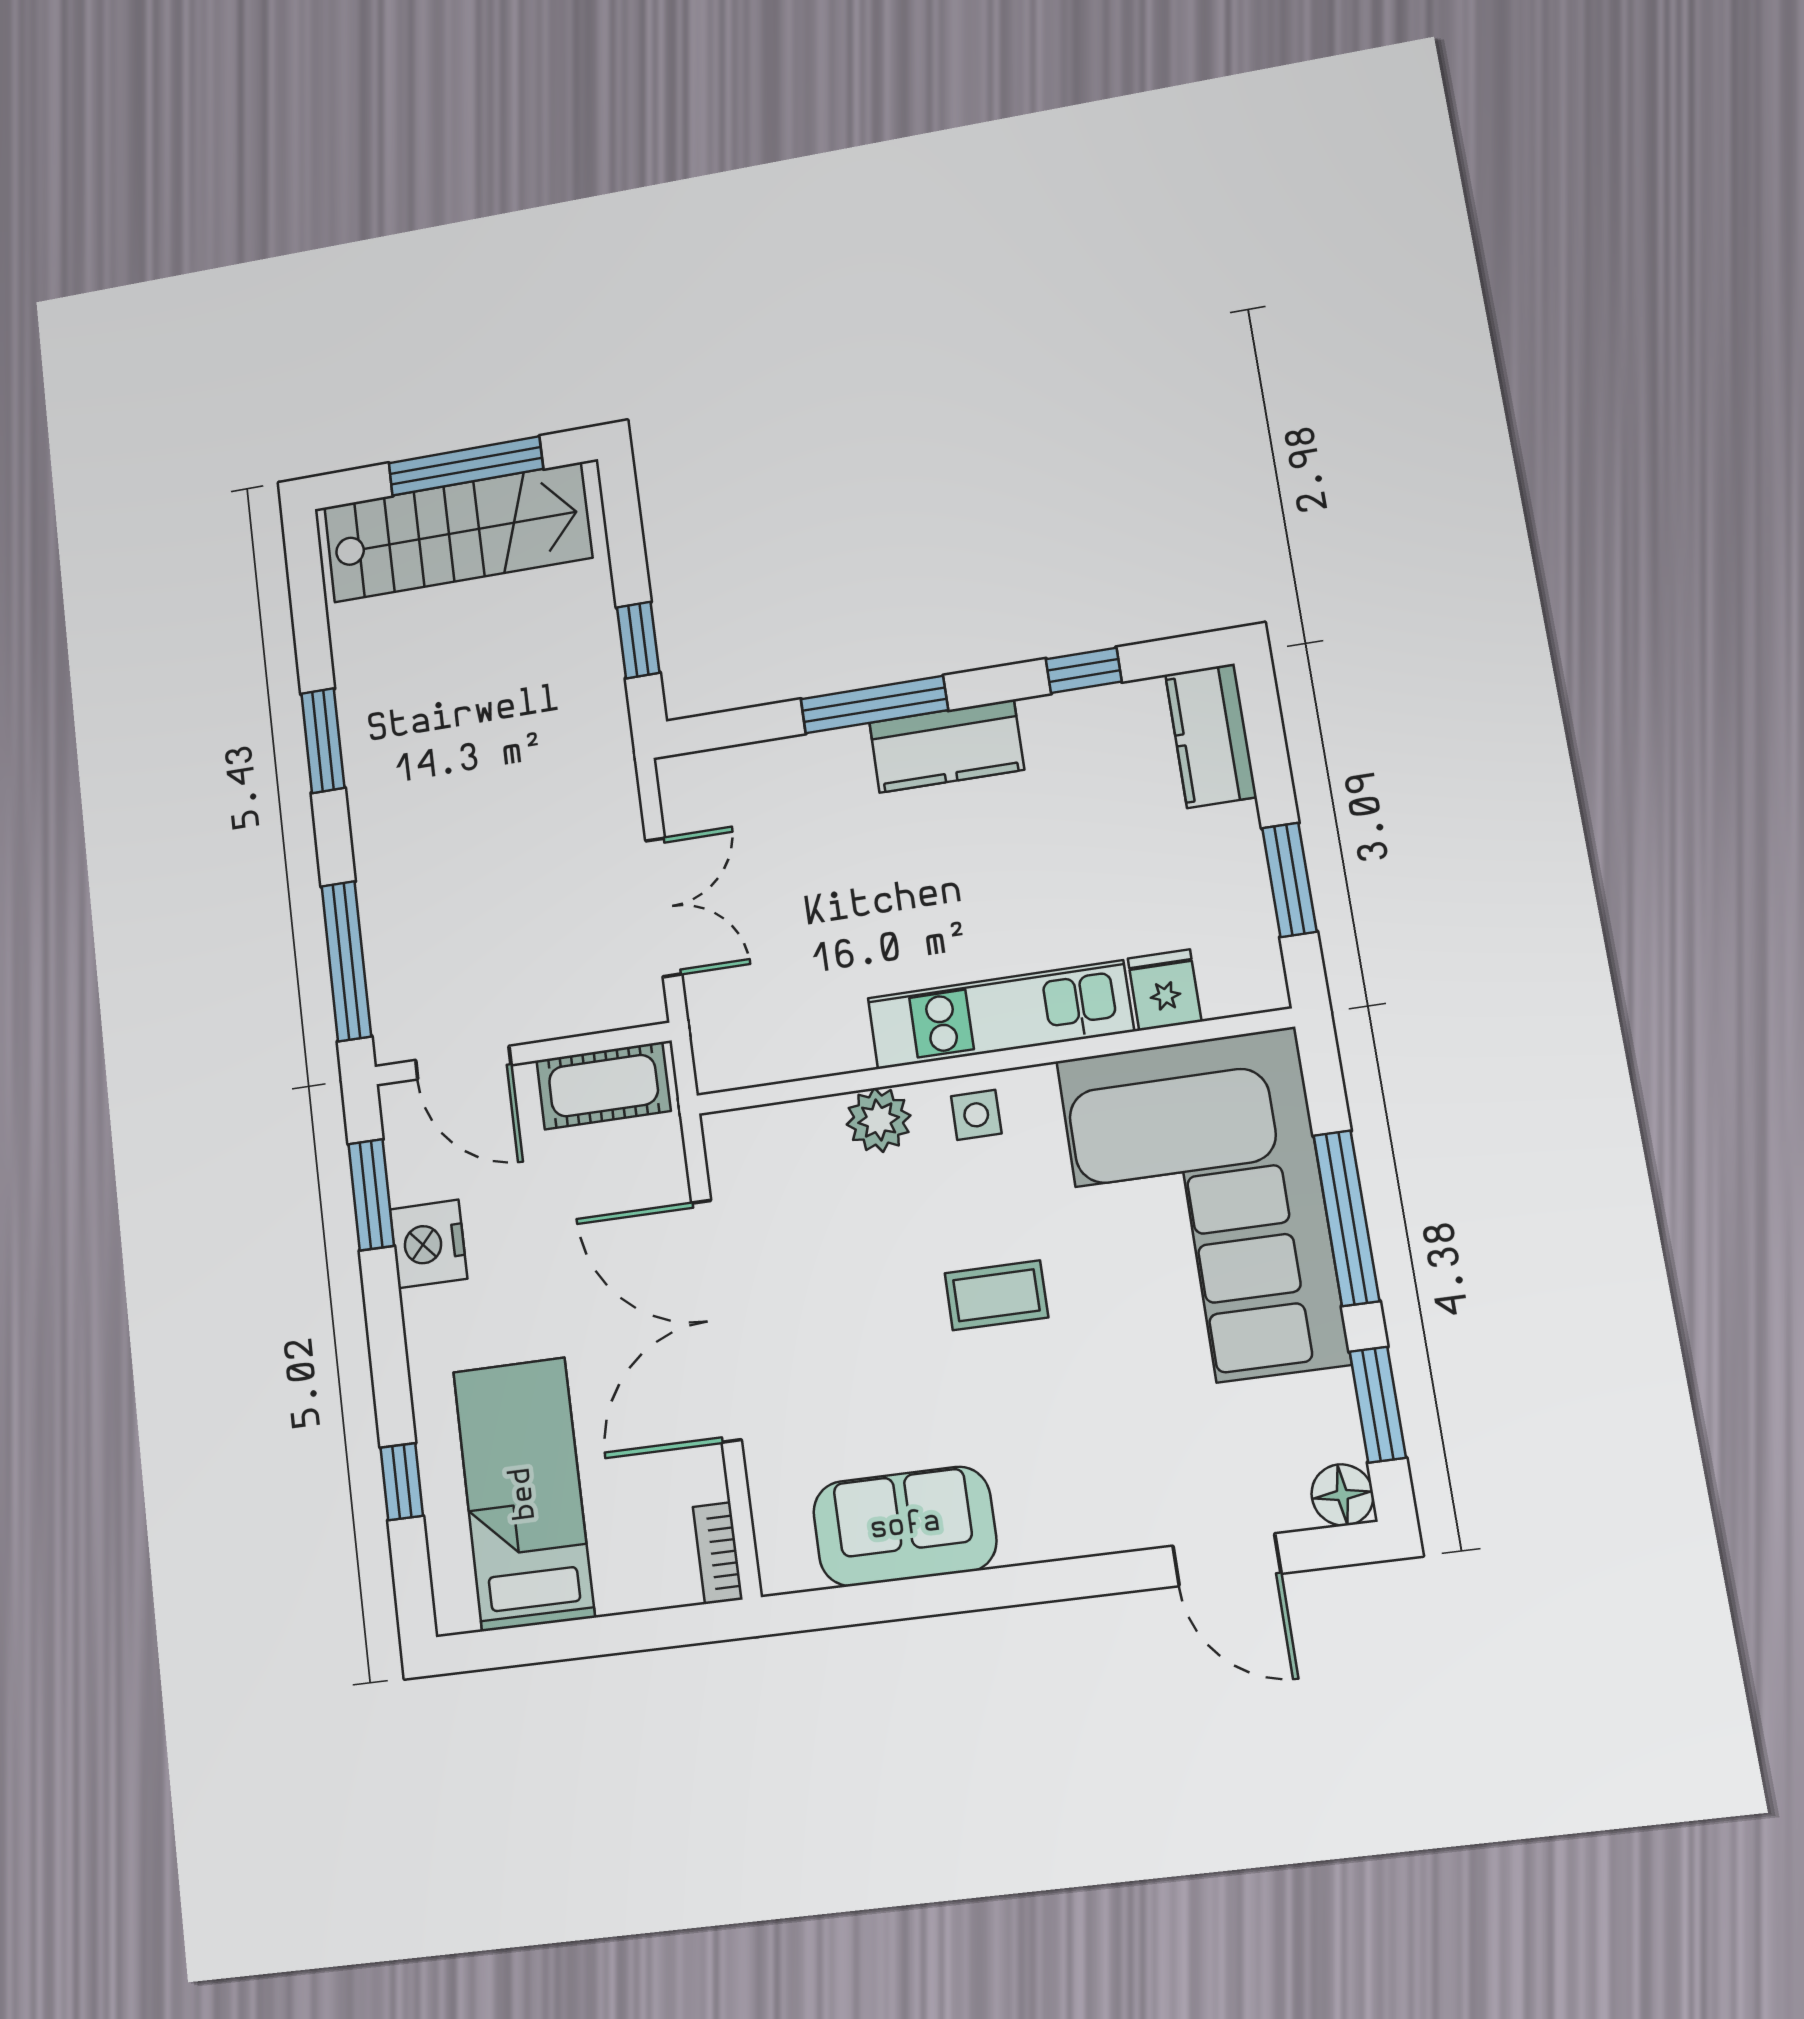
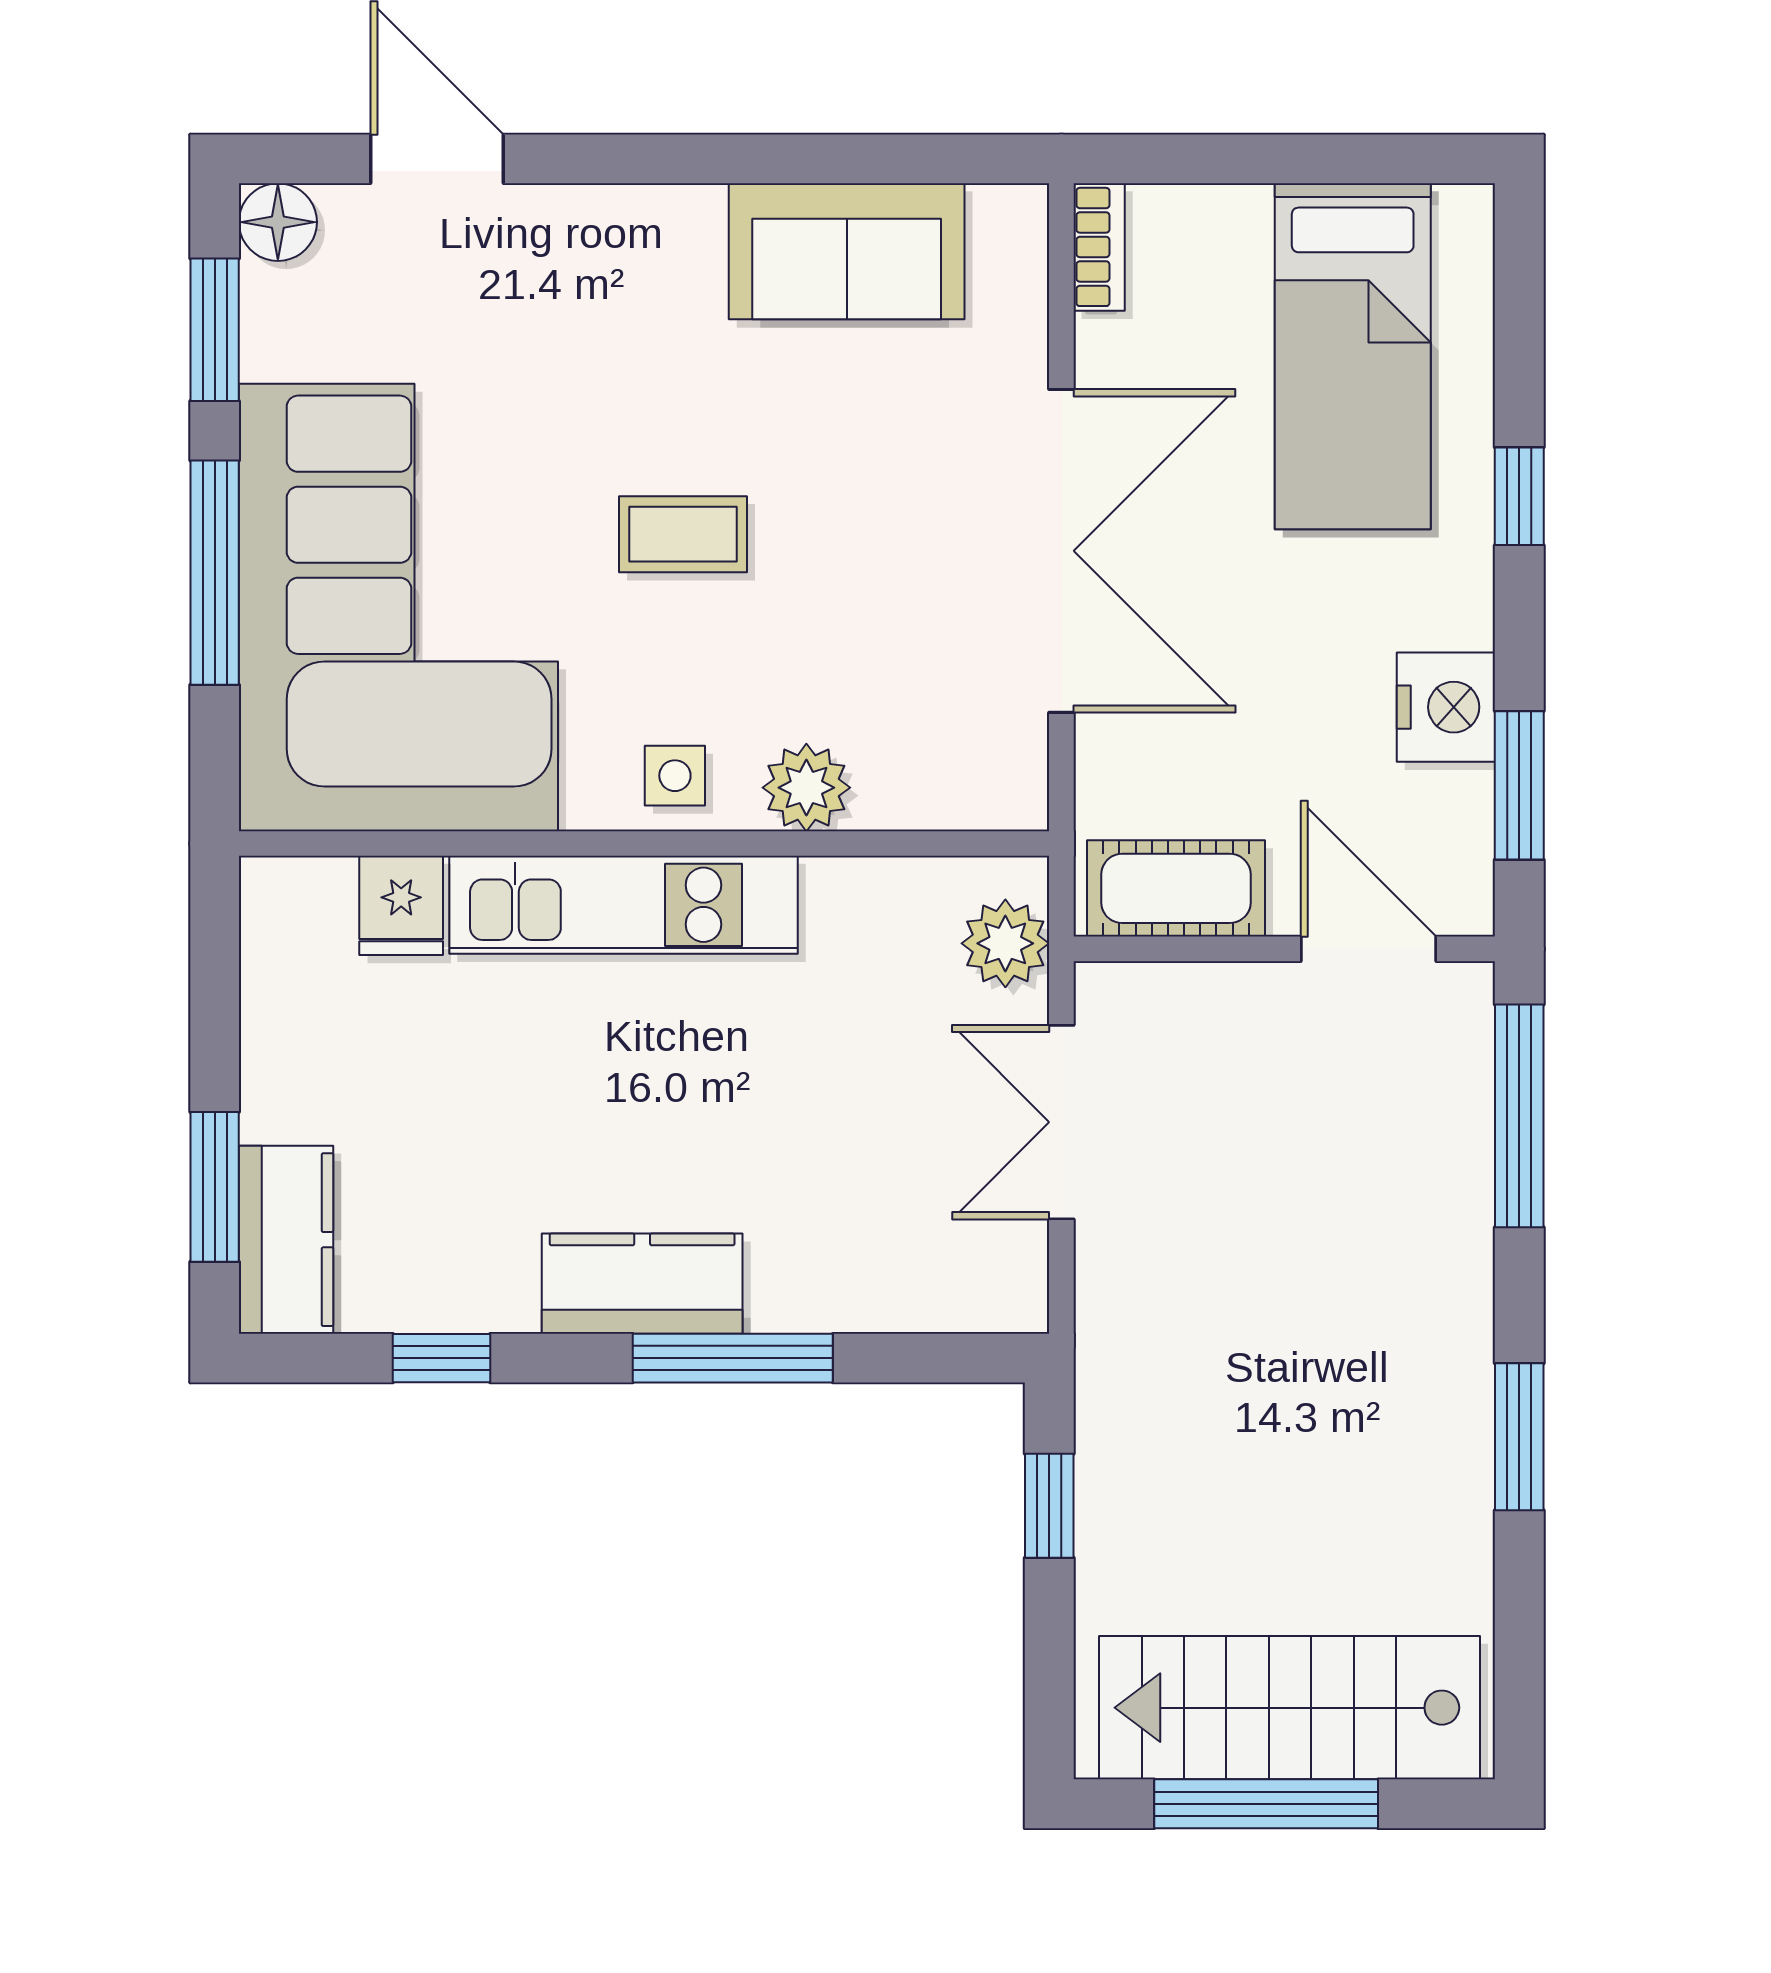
window: (1289, 880) -> (215, 1187), moved
plant: (720, 1028) -> (1005, 943), added
window: (402, 1482) -> (1519, 496), moved

